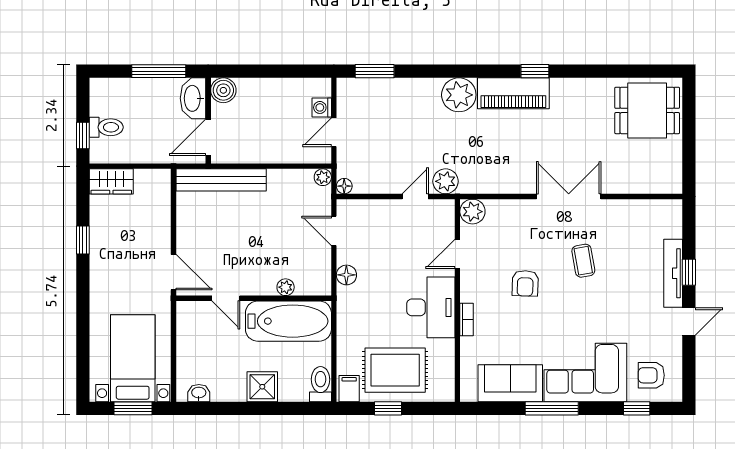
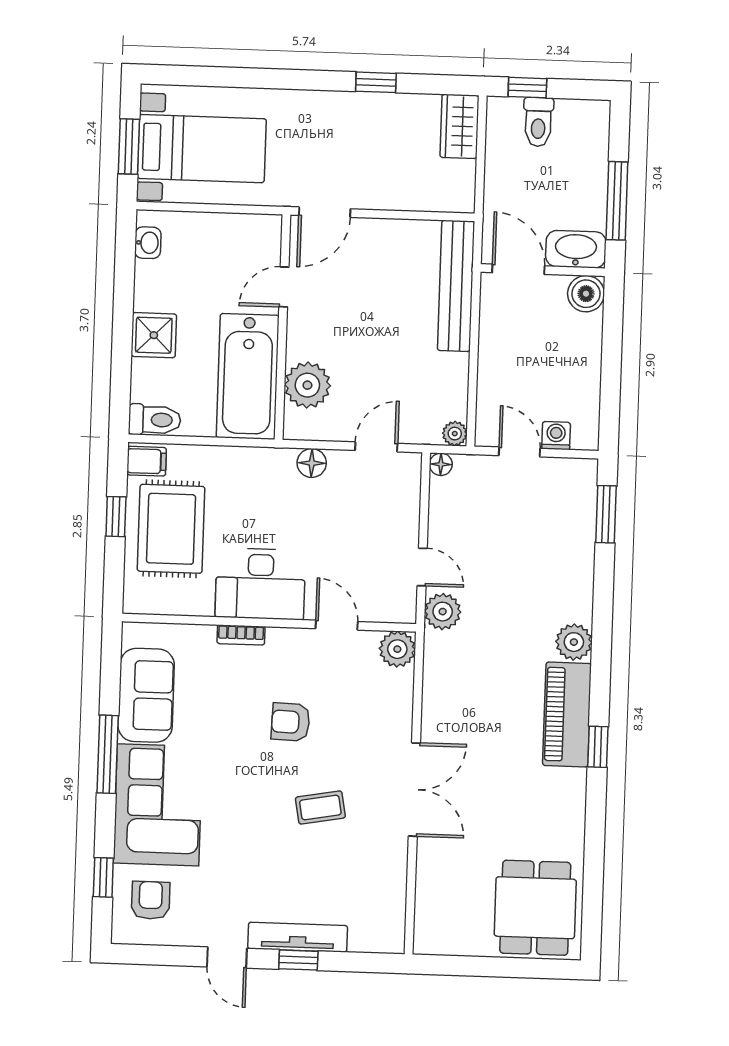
plant: (459, 95) -> (574, 642), width x0.73, depth x0.73
plant: (286, 287) -> (307, 385), width x1.88, depth x1.88

